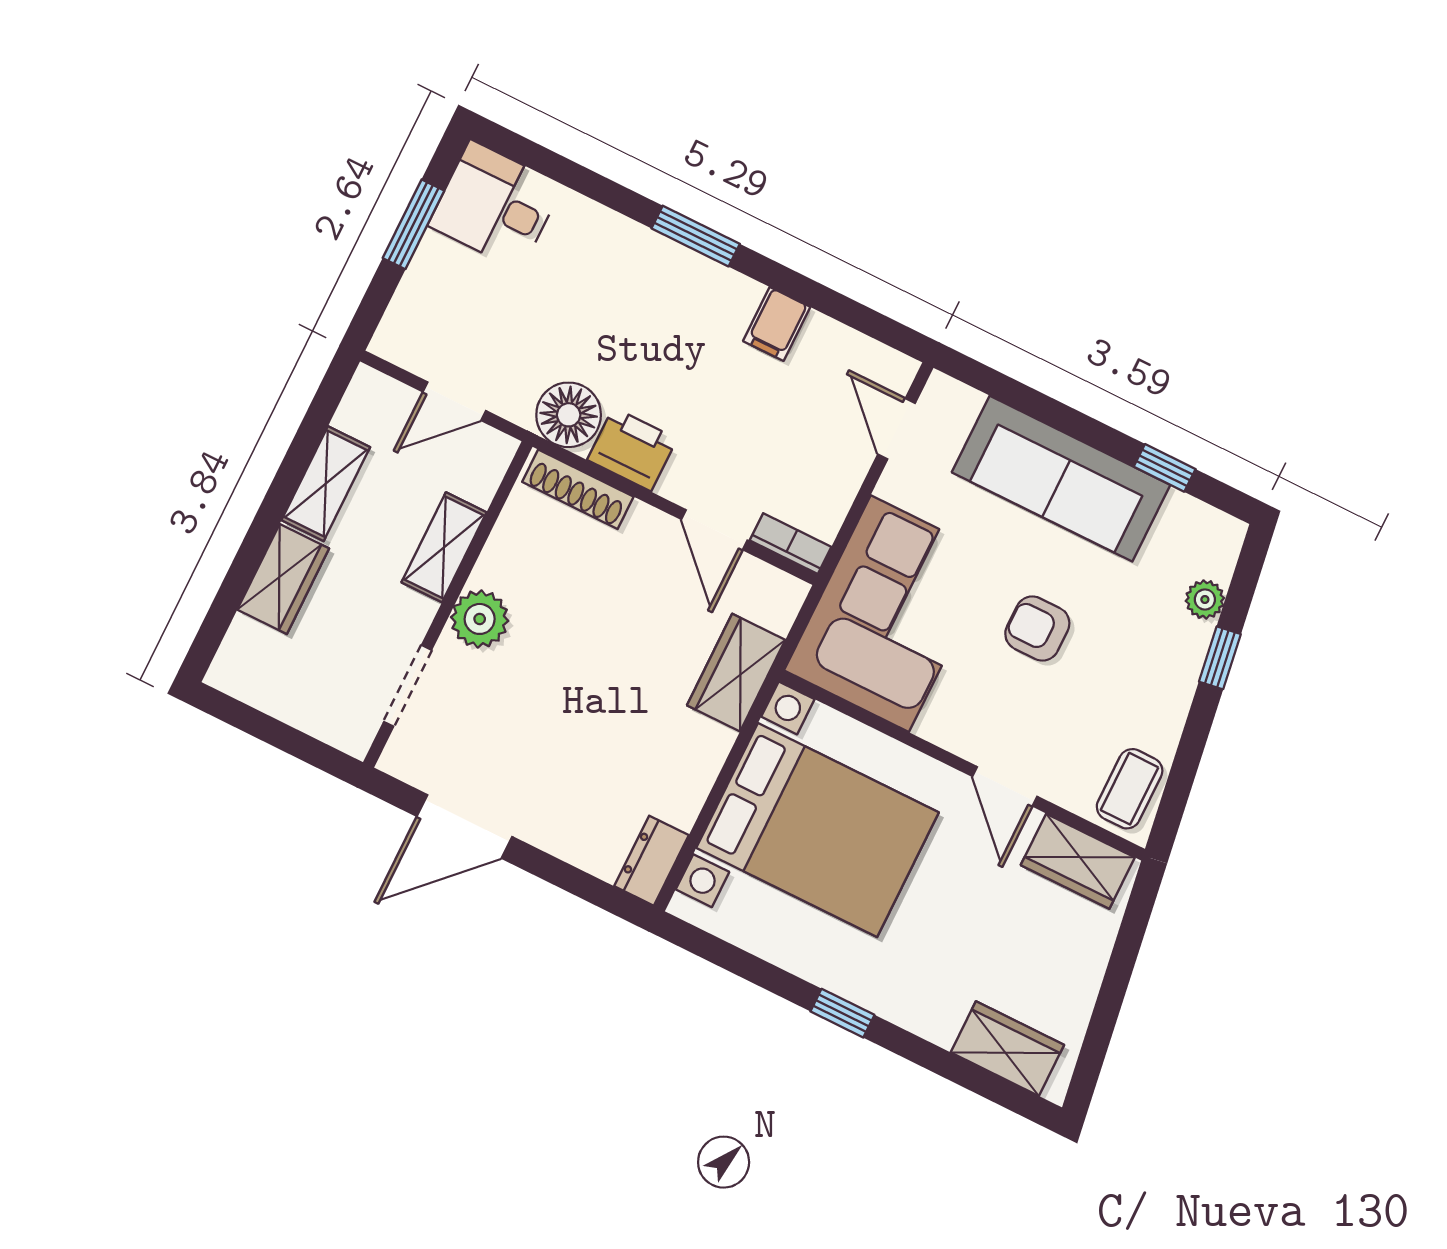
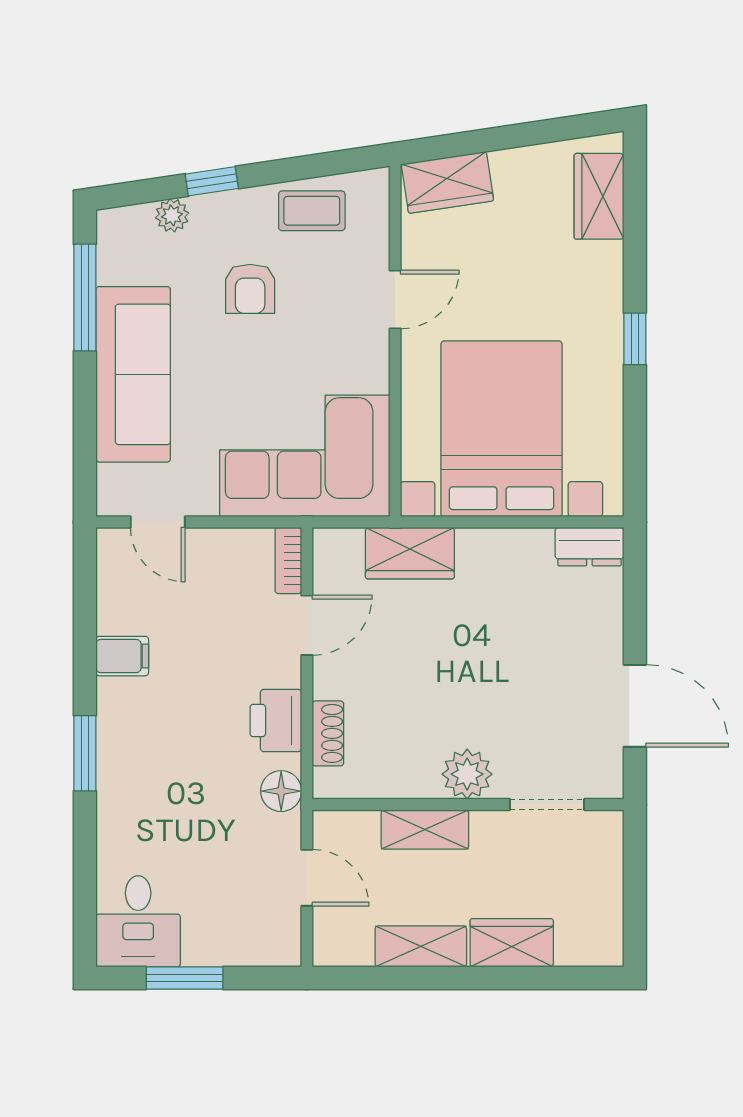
floor lamp: (569, 415) -> (281, 791), width x0.73, depth x0.73
door: (897, 429) -> (158, 522), hinge flipped
window: (1165, 468) -> (85, 298), width x2.17
shoe rack: (578, 489) -> (328, 733), width x0.70
armchair: (1037, 628) -> (250, 289), moved
coffee table: (1130, 789) -> (312, 211), moved
wardrobe: (1078, 861) -> (447, 182), moved, turned 82

